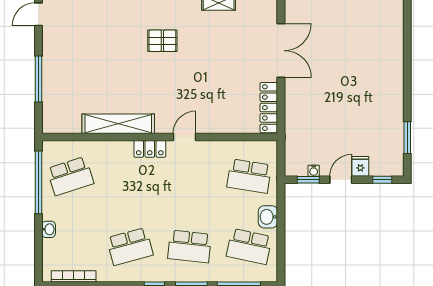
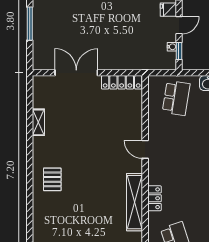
pallet: (162, 41) -> (52, 179), moved
locker: (150, 149) -> (154, 198), moved
door: (341, 180) -> (179, 25), swing flipped

